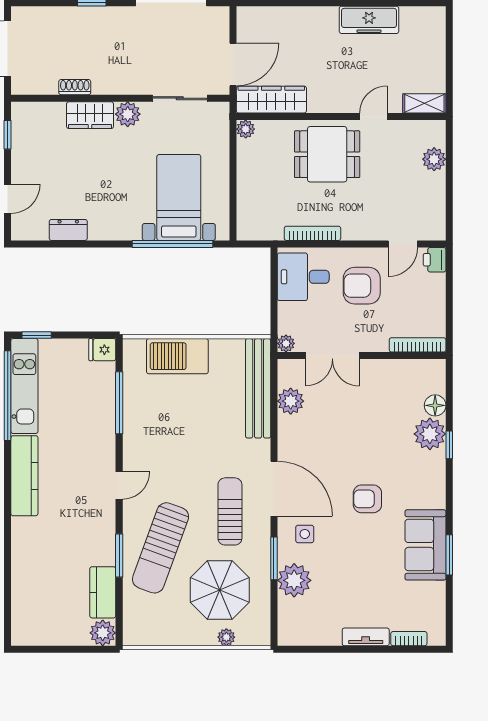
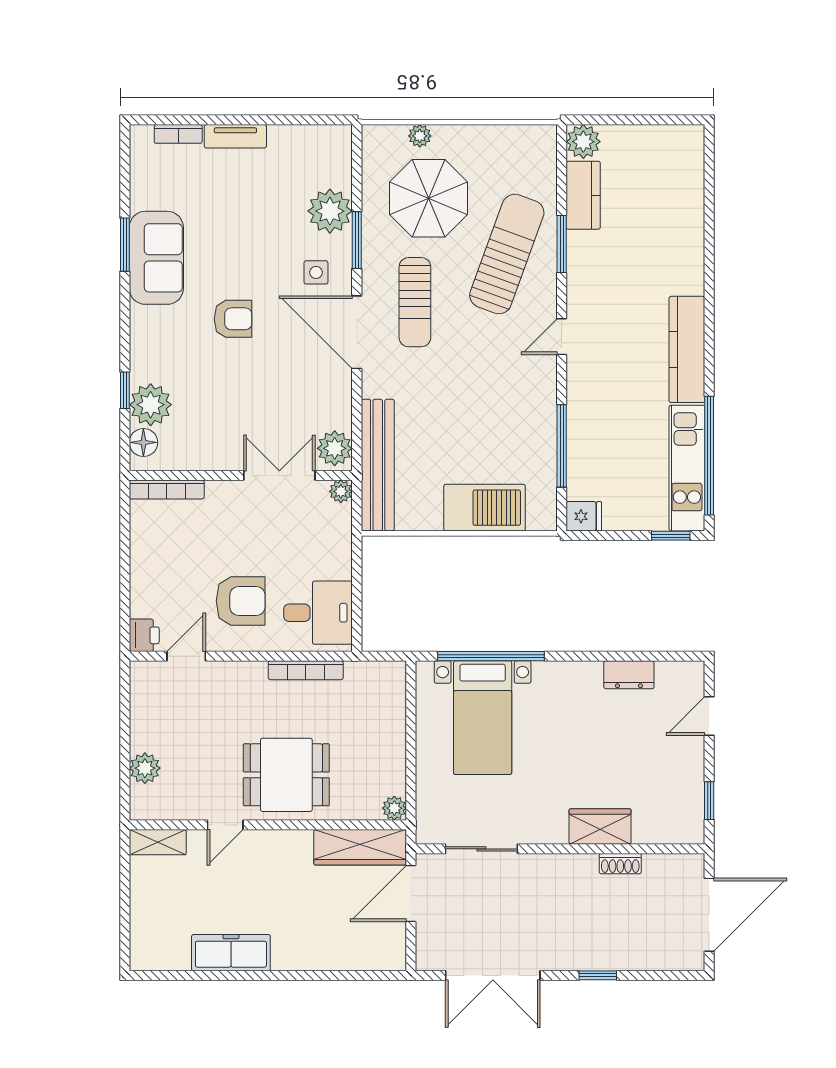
plant: (128, 114) -> (550, 828), removed
plant: (286, 343) -> (341, 491), moved
bookcase: (418, 345) -> (167, 489), moved
double door: (332, 356) -> (279, 475), moved
wall: (362, 356) -> (241, 475), moved

